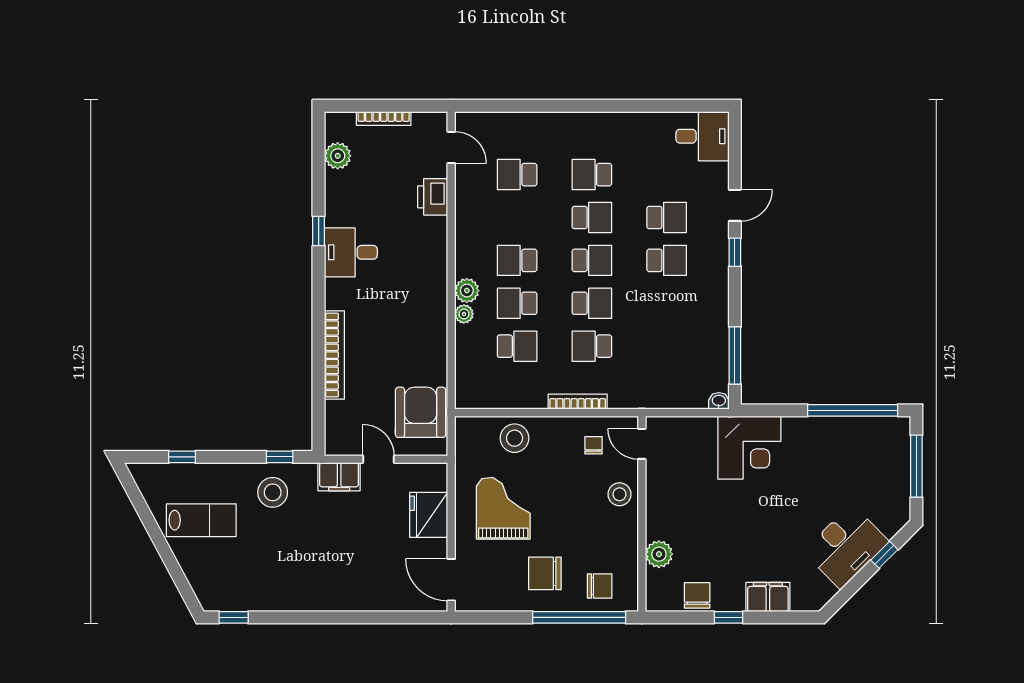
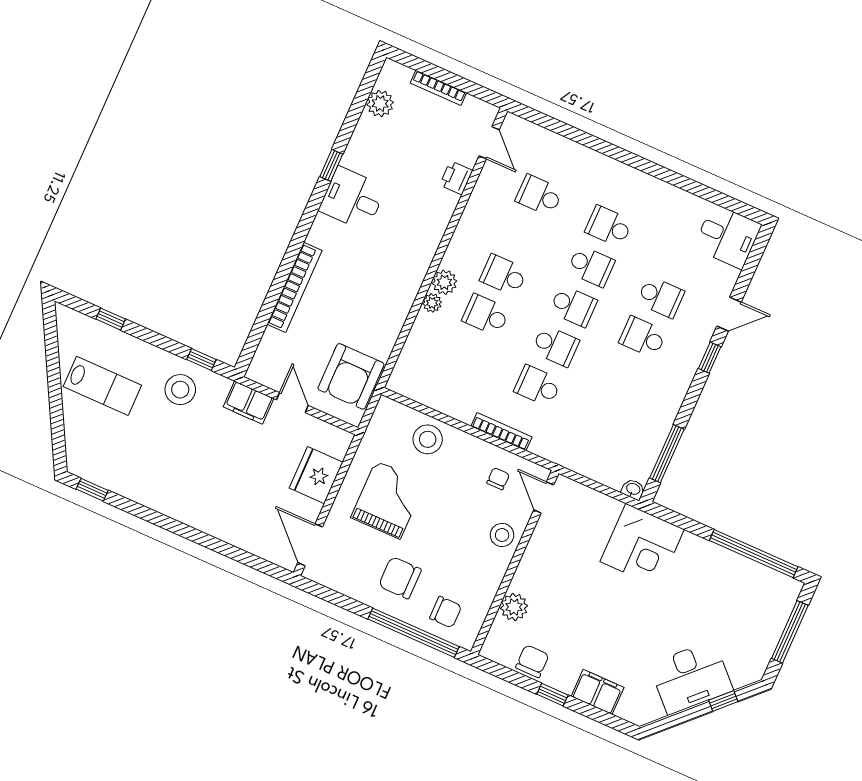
printer: (433, 197) -> (456, 178), width x0.73, depth x0.81
school desk: (667, 260) -> (643, 337), turned 180
school desk: (517, 346) -> (468, 355), removed
armchair: (421, 412) -> (351, 376), turned 180

